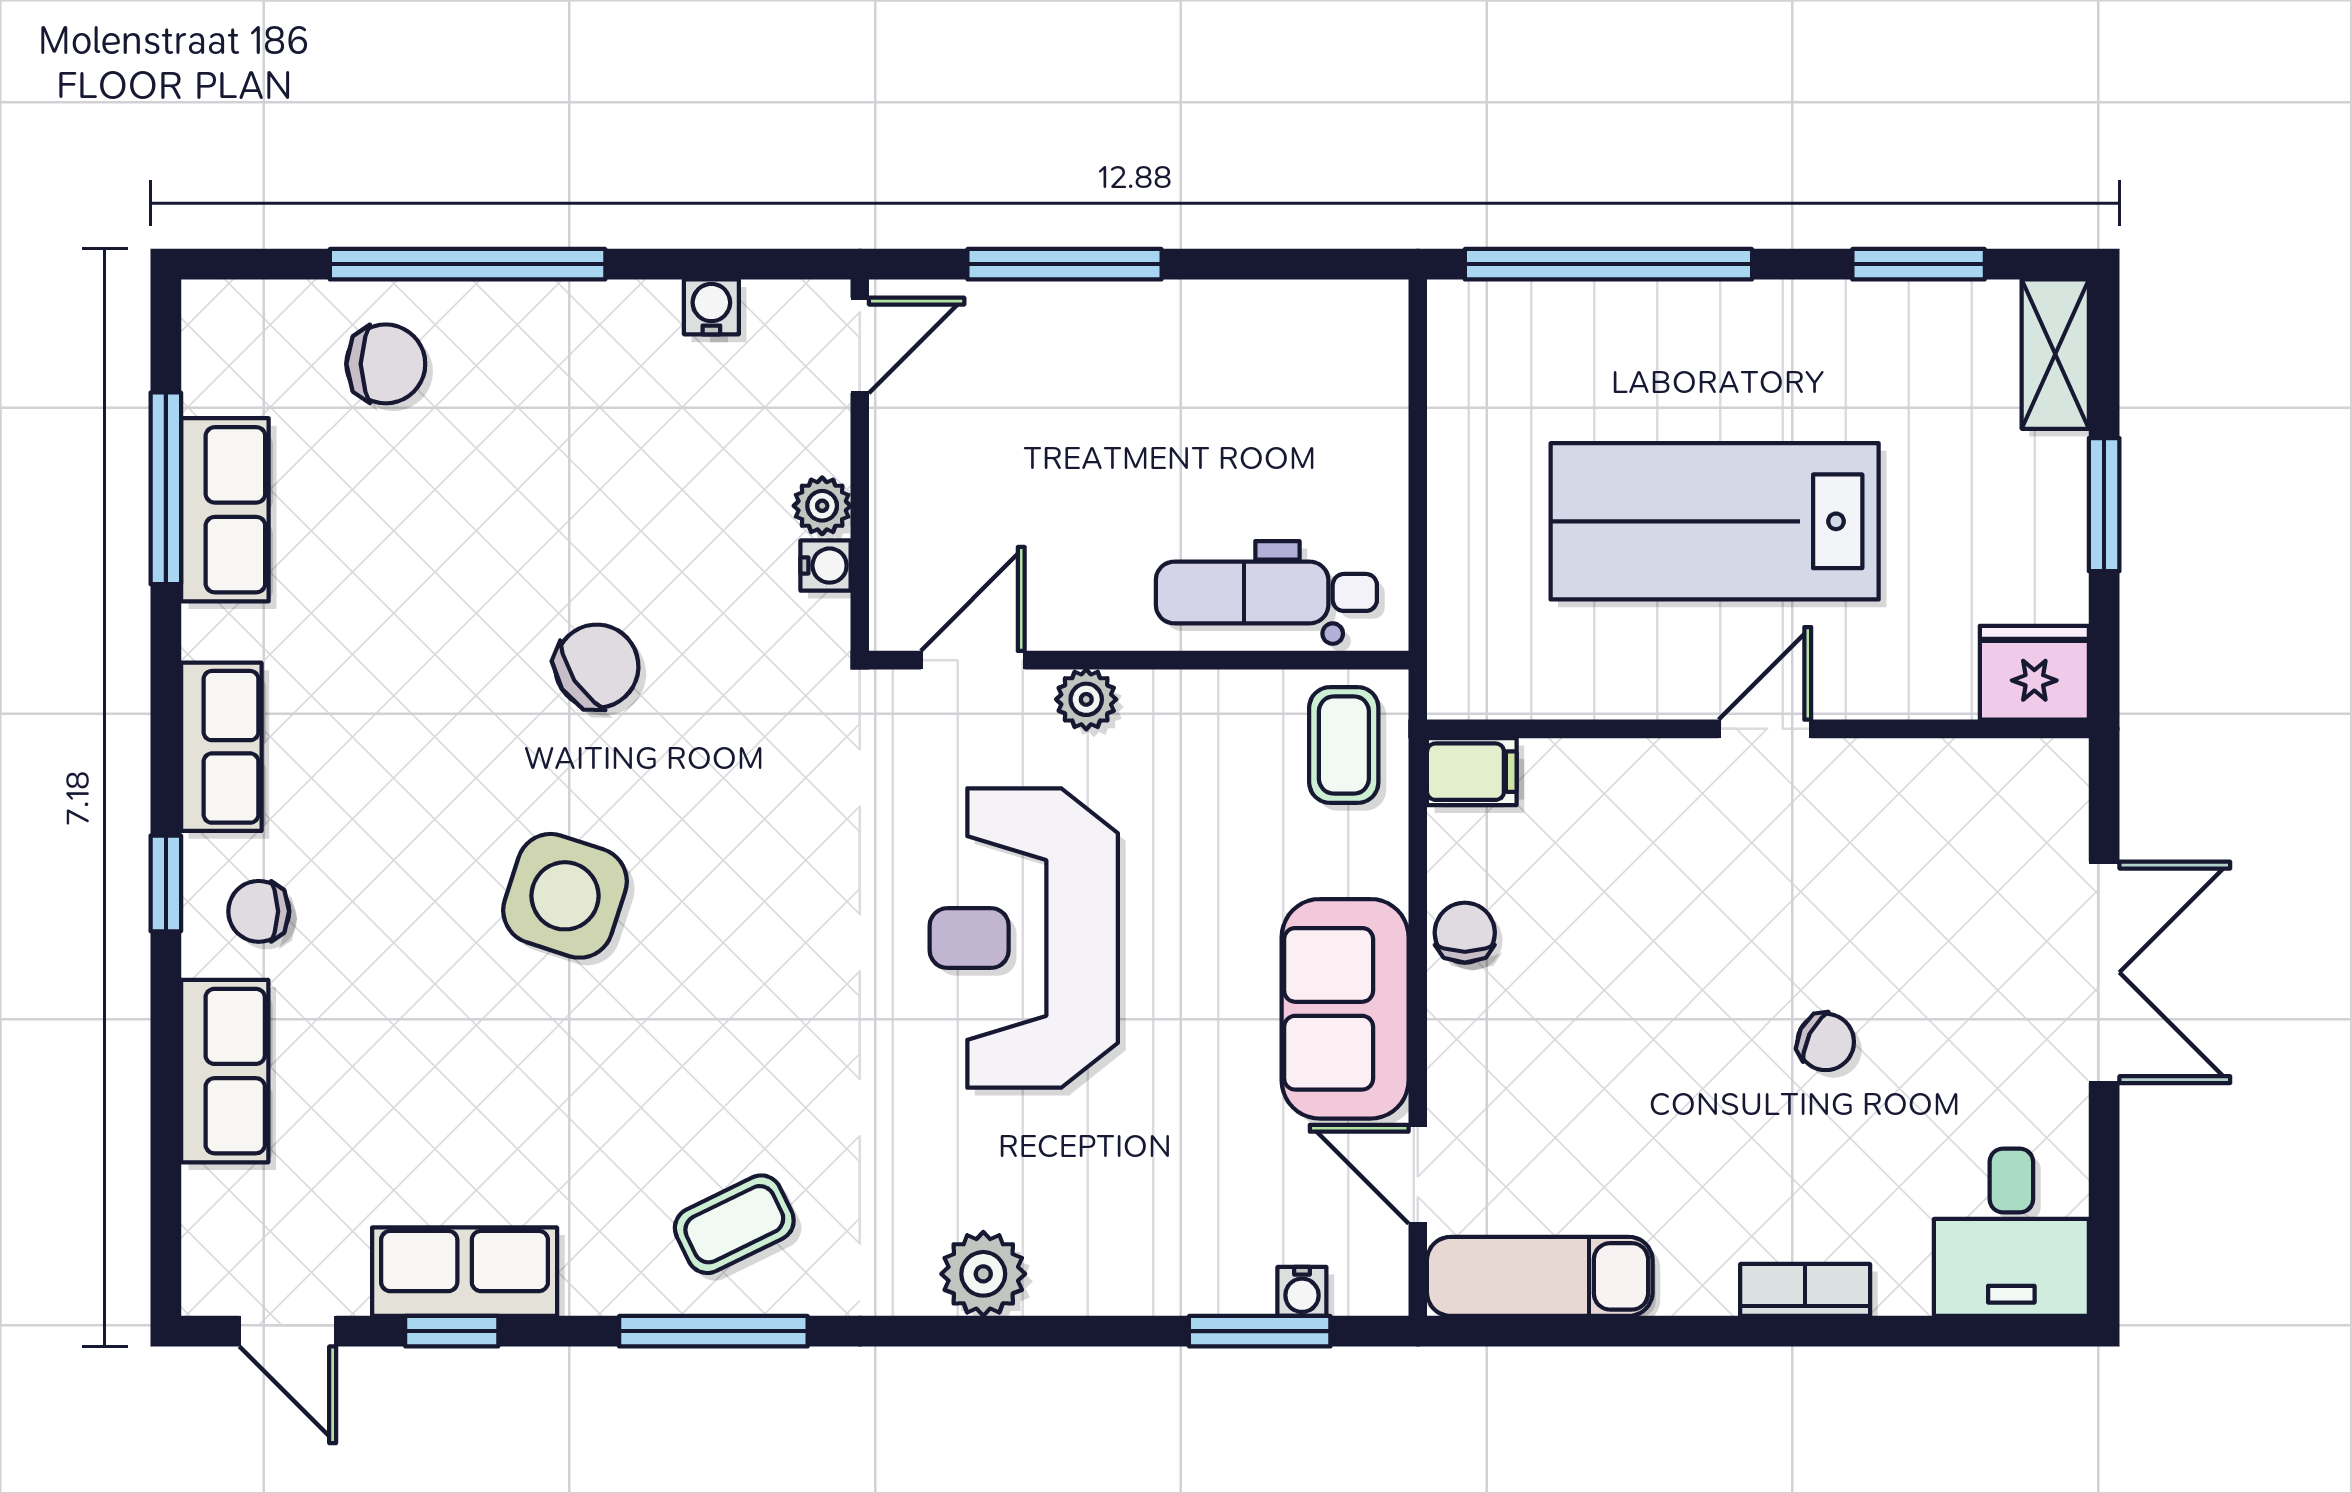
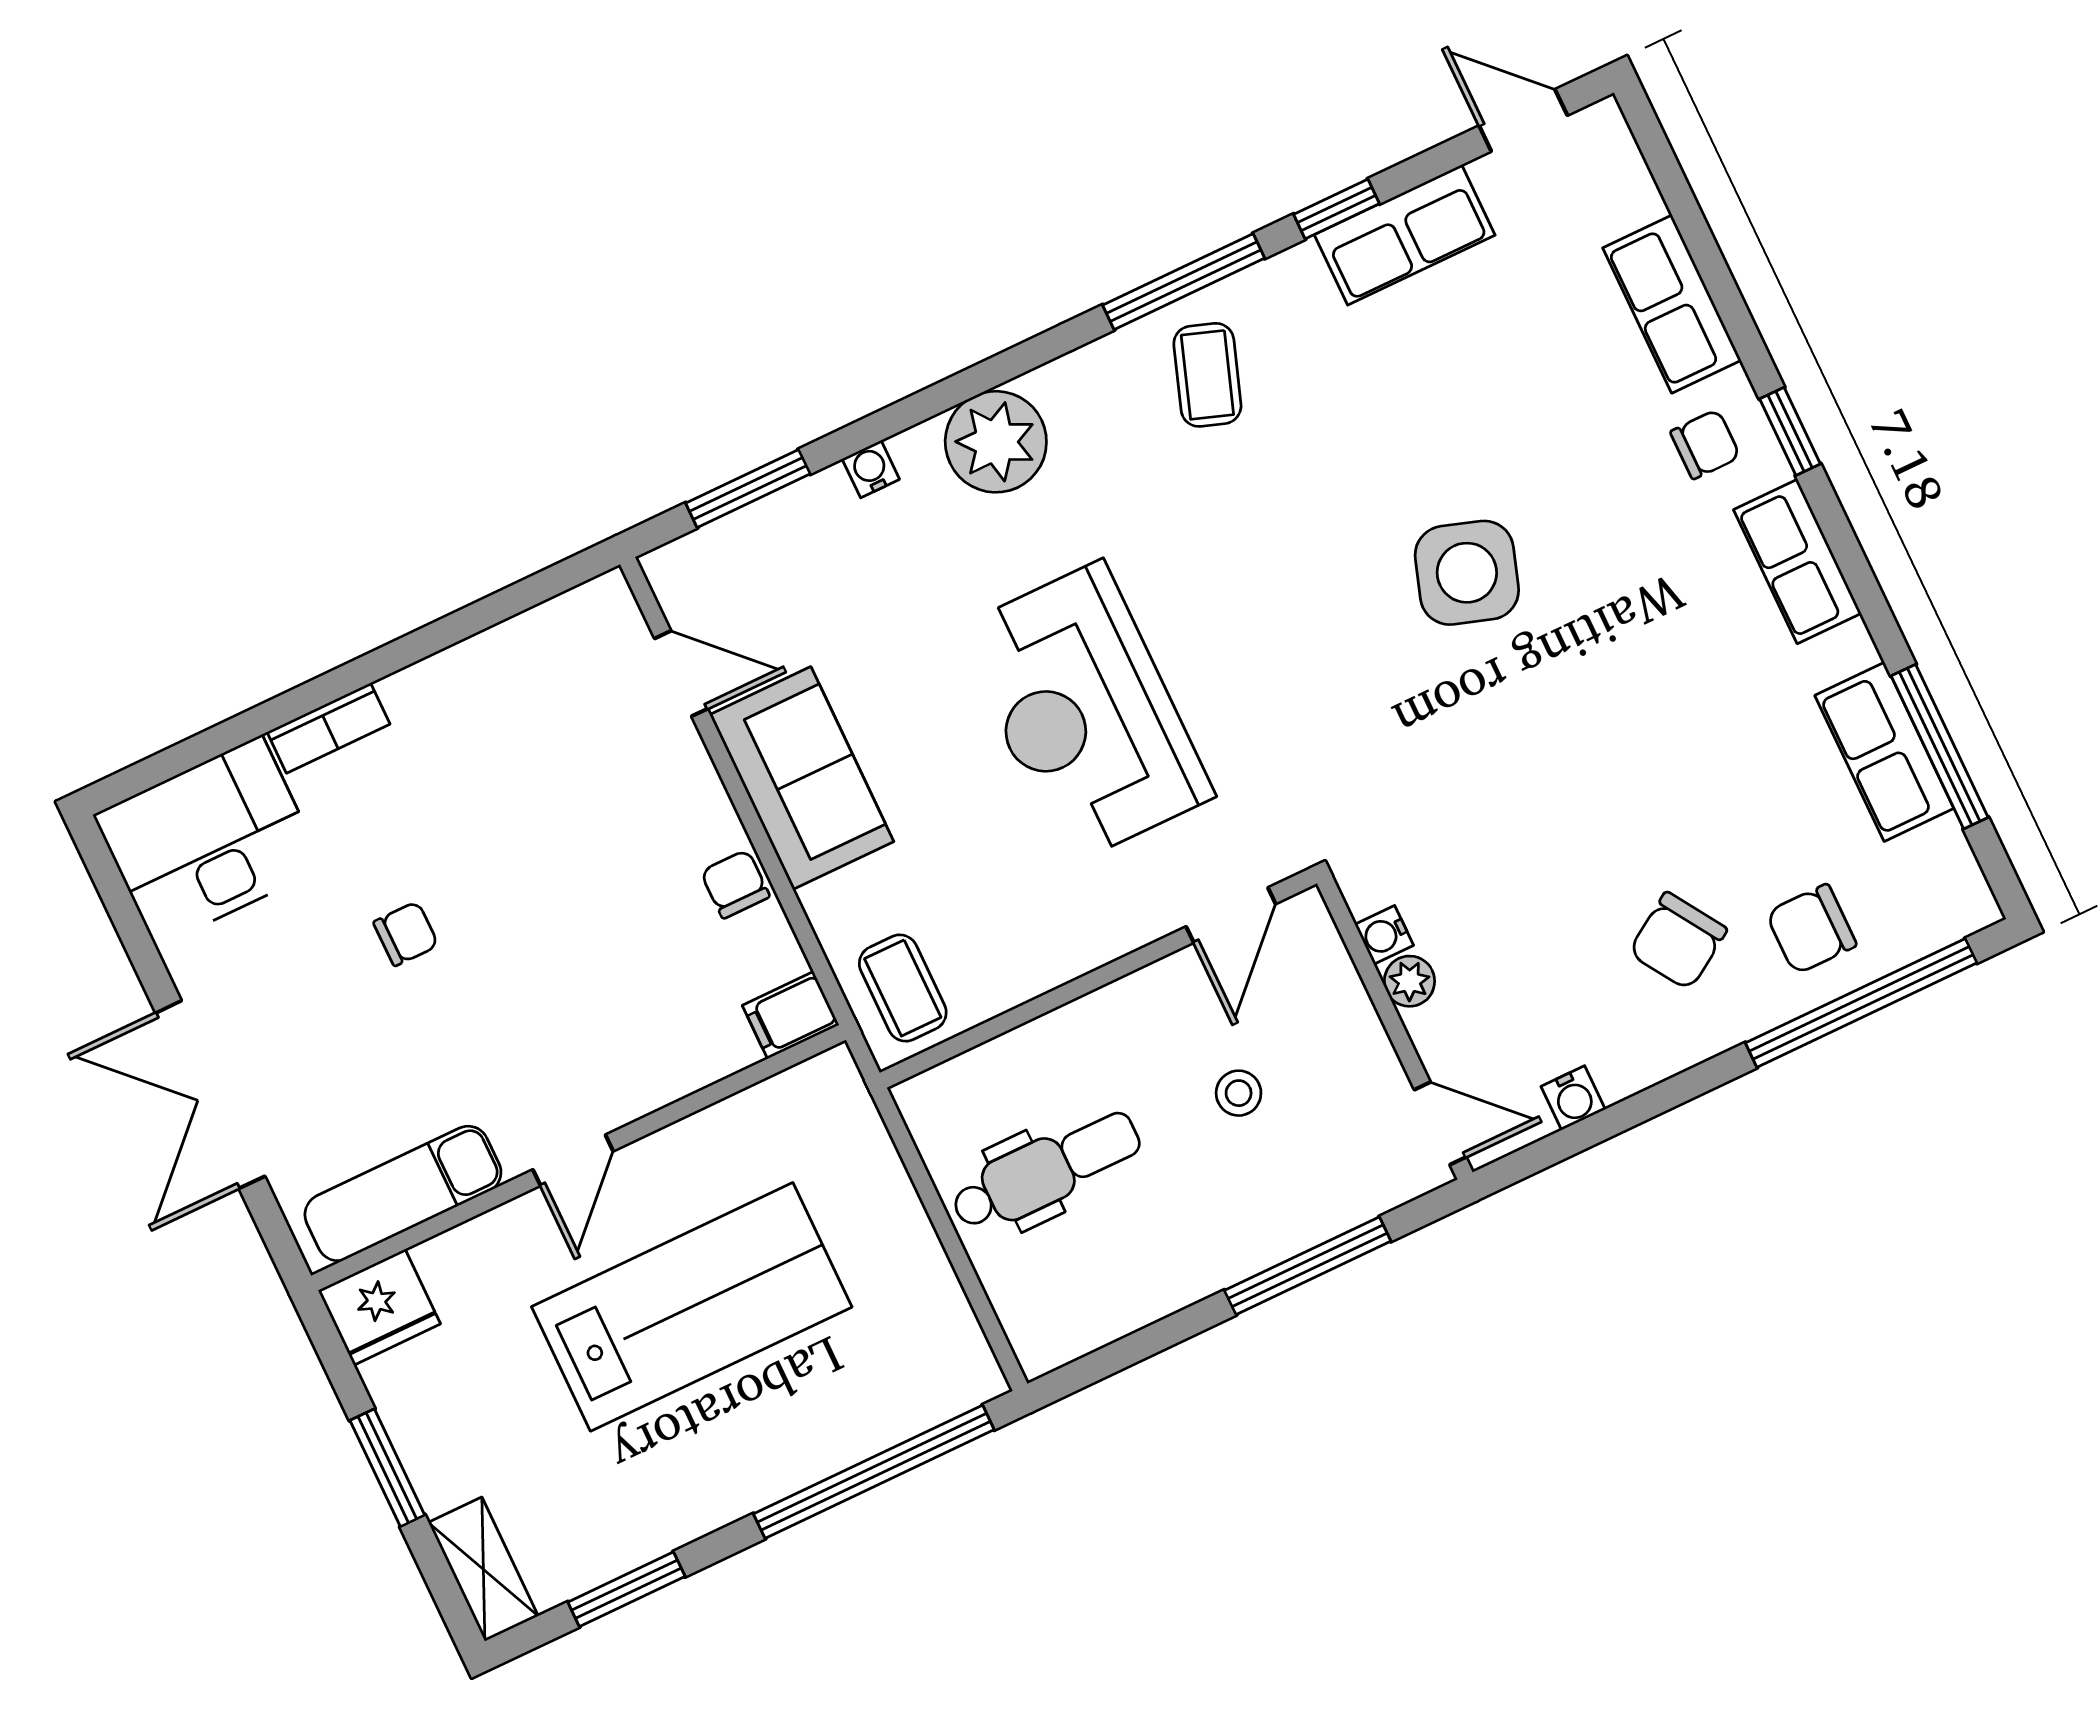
window: (468, 264) -> (1861, 1003), moved
door: (860, 345) -> (1440, 1123), swing flipped
stool: (1051, 474) -> (1239, 1093), added
dental chair: (1266, 592) -> (1046, 1171), moved
chair: (597, 666) -> (1678, 941), moved
plant: (1086, 699) -> (1126, 927), removed
chair: (1465, 933) -> (735, 884), turned 180
reception desk: (1024, 938) -> (1085, 713), turned 180
chair: (1826, 1042) -> (406, 934), turned 153
coffee table: (734, 1224) -> (1207, 375), turned -45
desk: (2011, 1232) -> (209, 841), width x1.37
plant: (983, 1274) -> (996, 442), width x1.36, depth x1.36
exam couch: (1540, 1276) -> (403, 1193), moved, turned 180
water cooler: (1302, 1291) -> (871, 469), moved
window: (452, 1331) -> (1336, 209), moved

